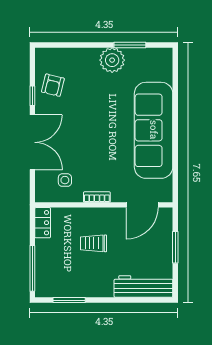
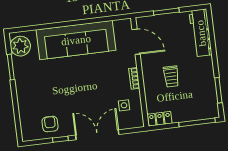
plant: (112, 60) -> (20, 46), moved
armchair: (53, 85) -> (50, 124), turned -104

